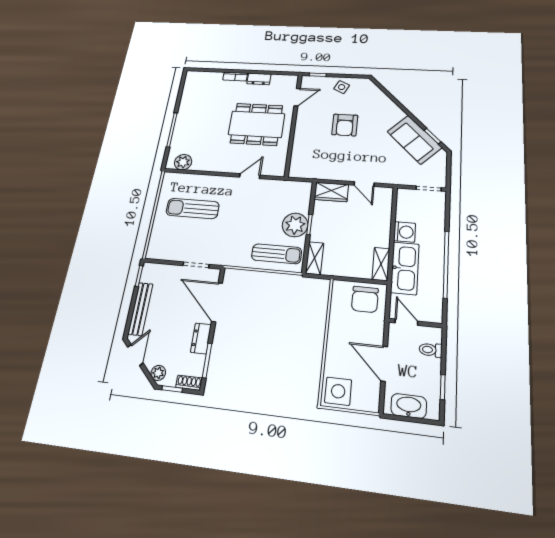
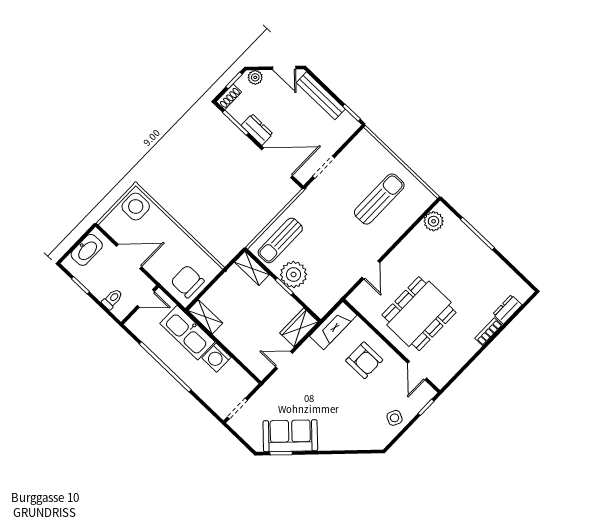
dresser: (259, 79) -> (507, 309), moved
armchair: (345, 125) -> (364, 360), moved, turned 180
fireplace: (311, 171) -> (333, 326), added

